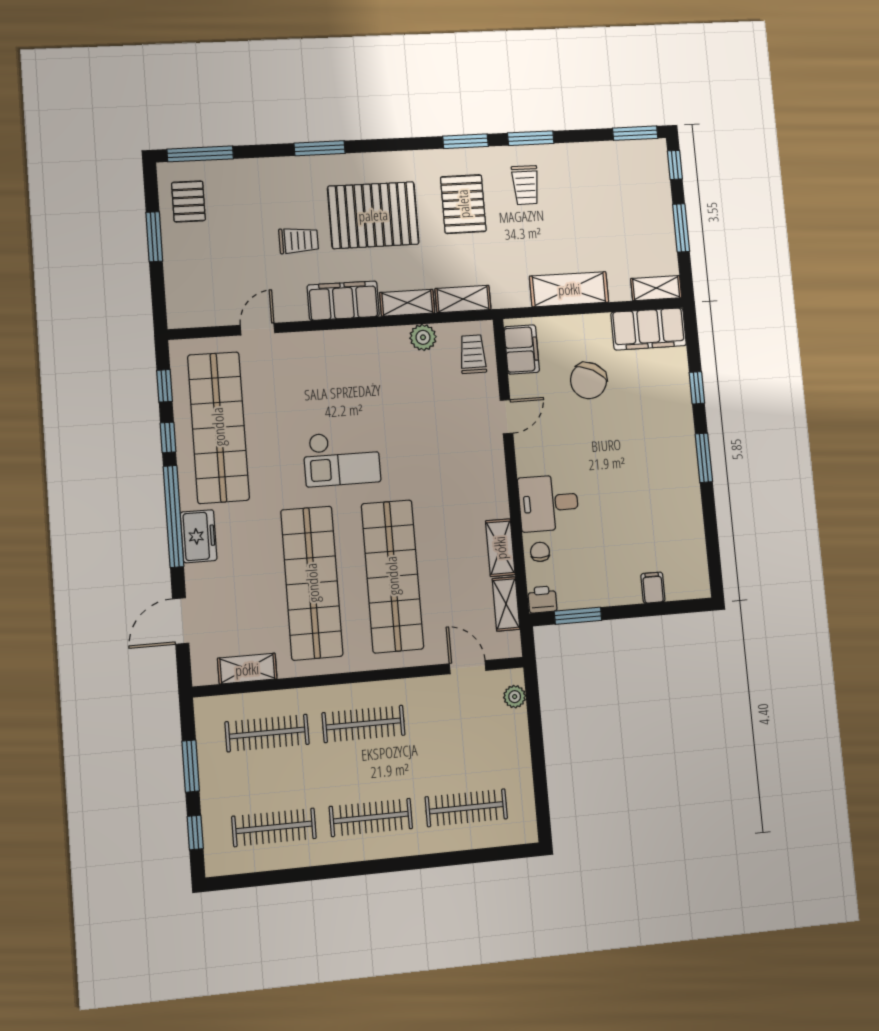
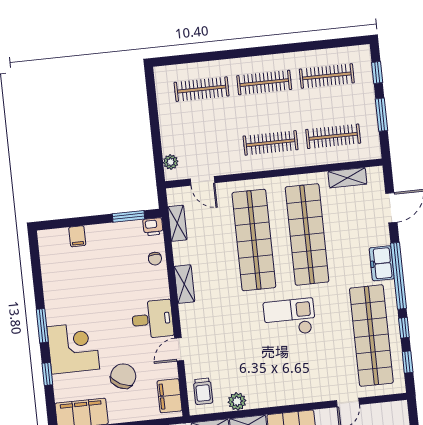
corner desk: (660, 424) -> (73, 348), added
desk: (549, 503) -> (153, 319), moved
shelving: (500, 548) -> (184, 284), moved

